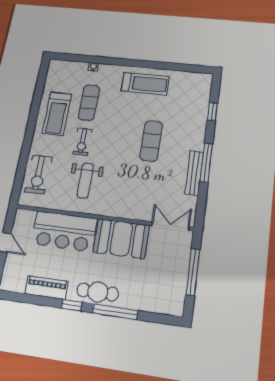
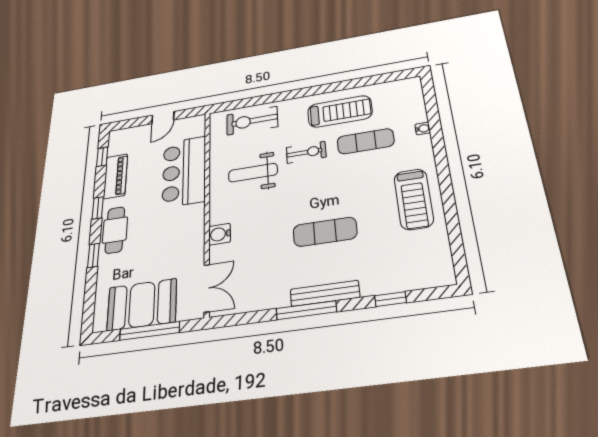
treadmill: (57, 114) -> (340, 111), turned 180
exercise bike: (82, 142) -> (306, 152), turned 180
bench: (194, 173) -> (325, 293), moved
water cooler: (129, 211) -> (220, 234), added
booth: (121, 239) -> (142, 305), moved, turned 90
window: (22, 298) -> (102, 157), added
window: (115, 312) -> (93, 255), width x0.46

